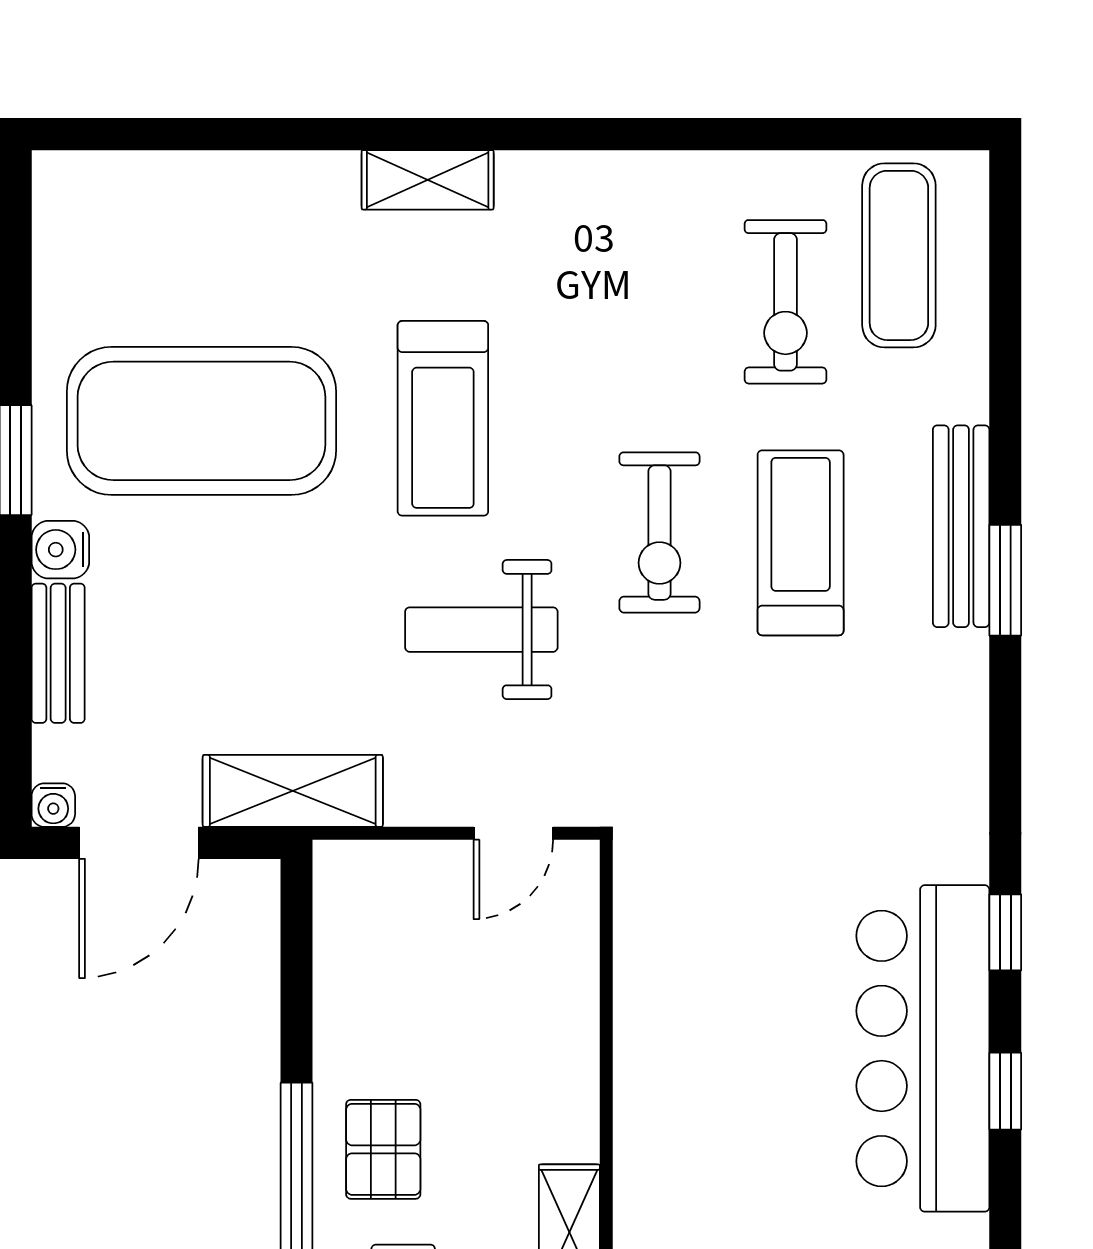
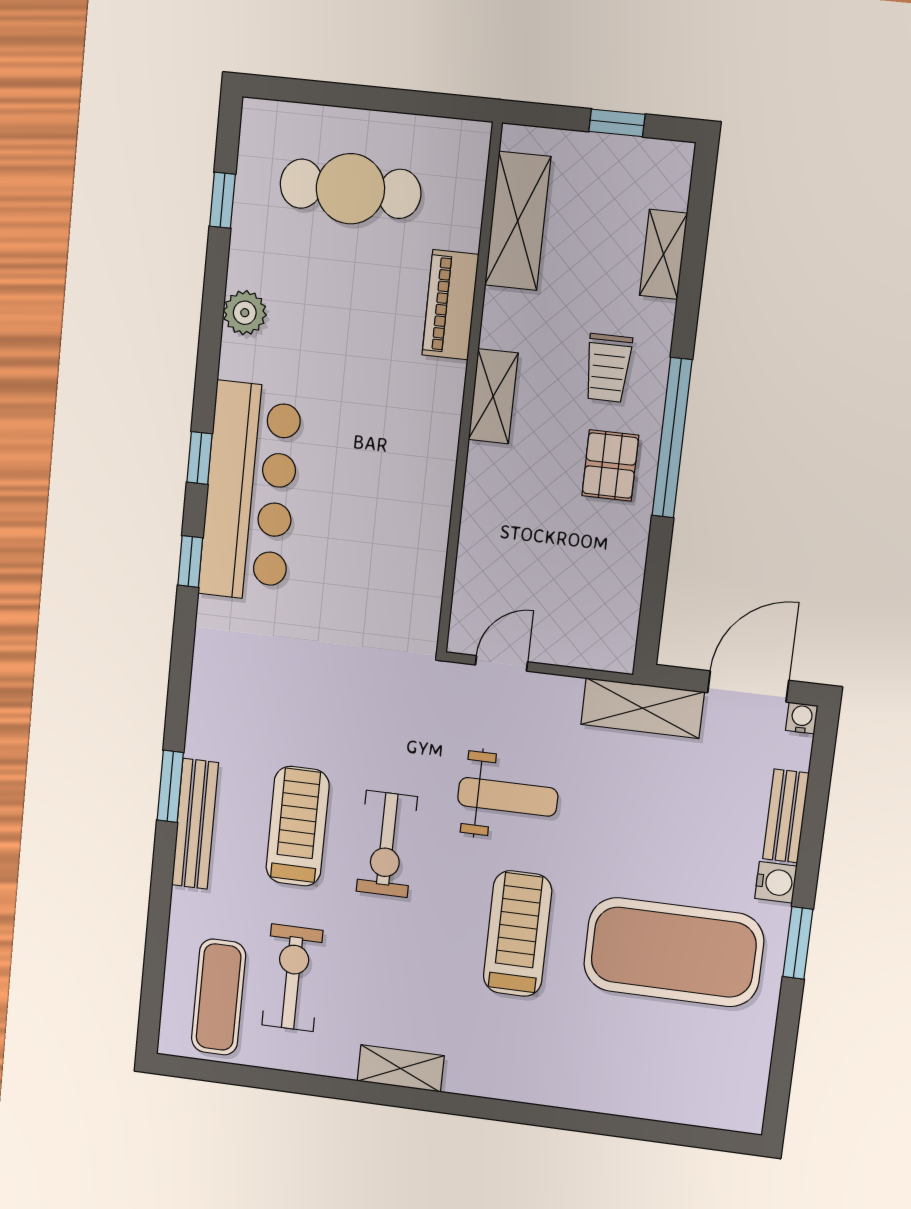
shelving: (428, 180) -> (401, 1068), moved
exercise bike: (659, 533) -> (387, 844), turned 180
treadmill: (801, 543) -> (298, 826), turned 180

